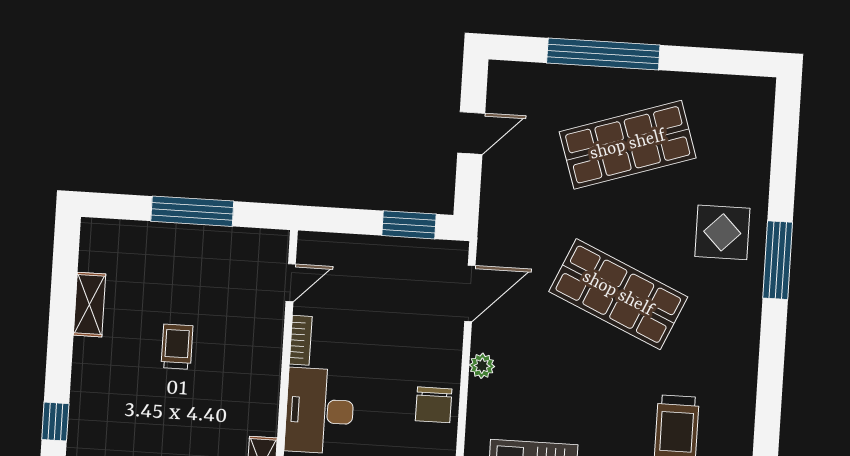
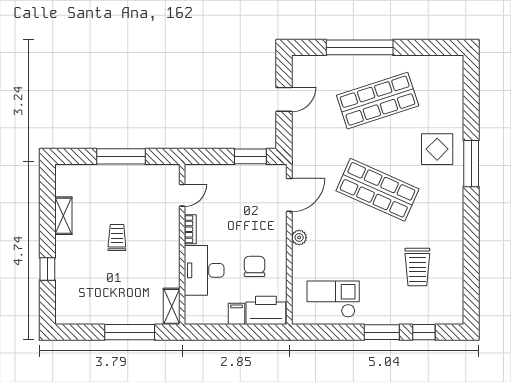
chair: (434, 405) -> (254, 266), moved, turned 180
window: (55, 422) -> (47, 269), moved

